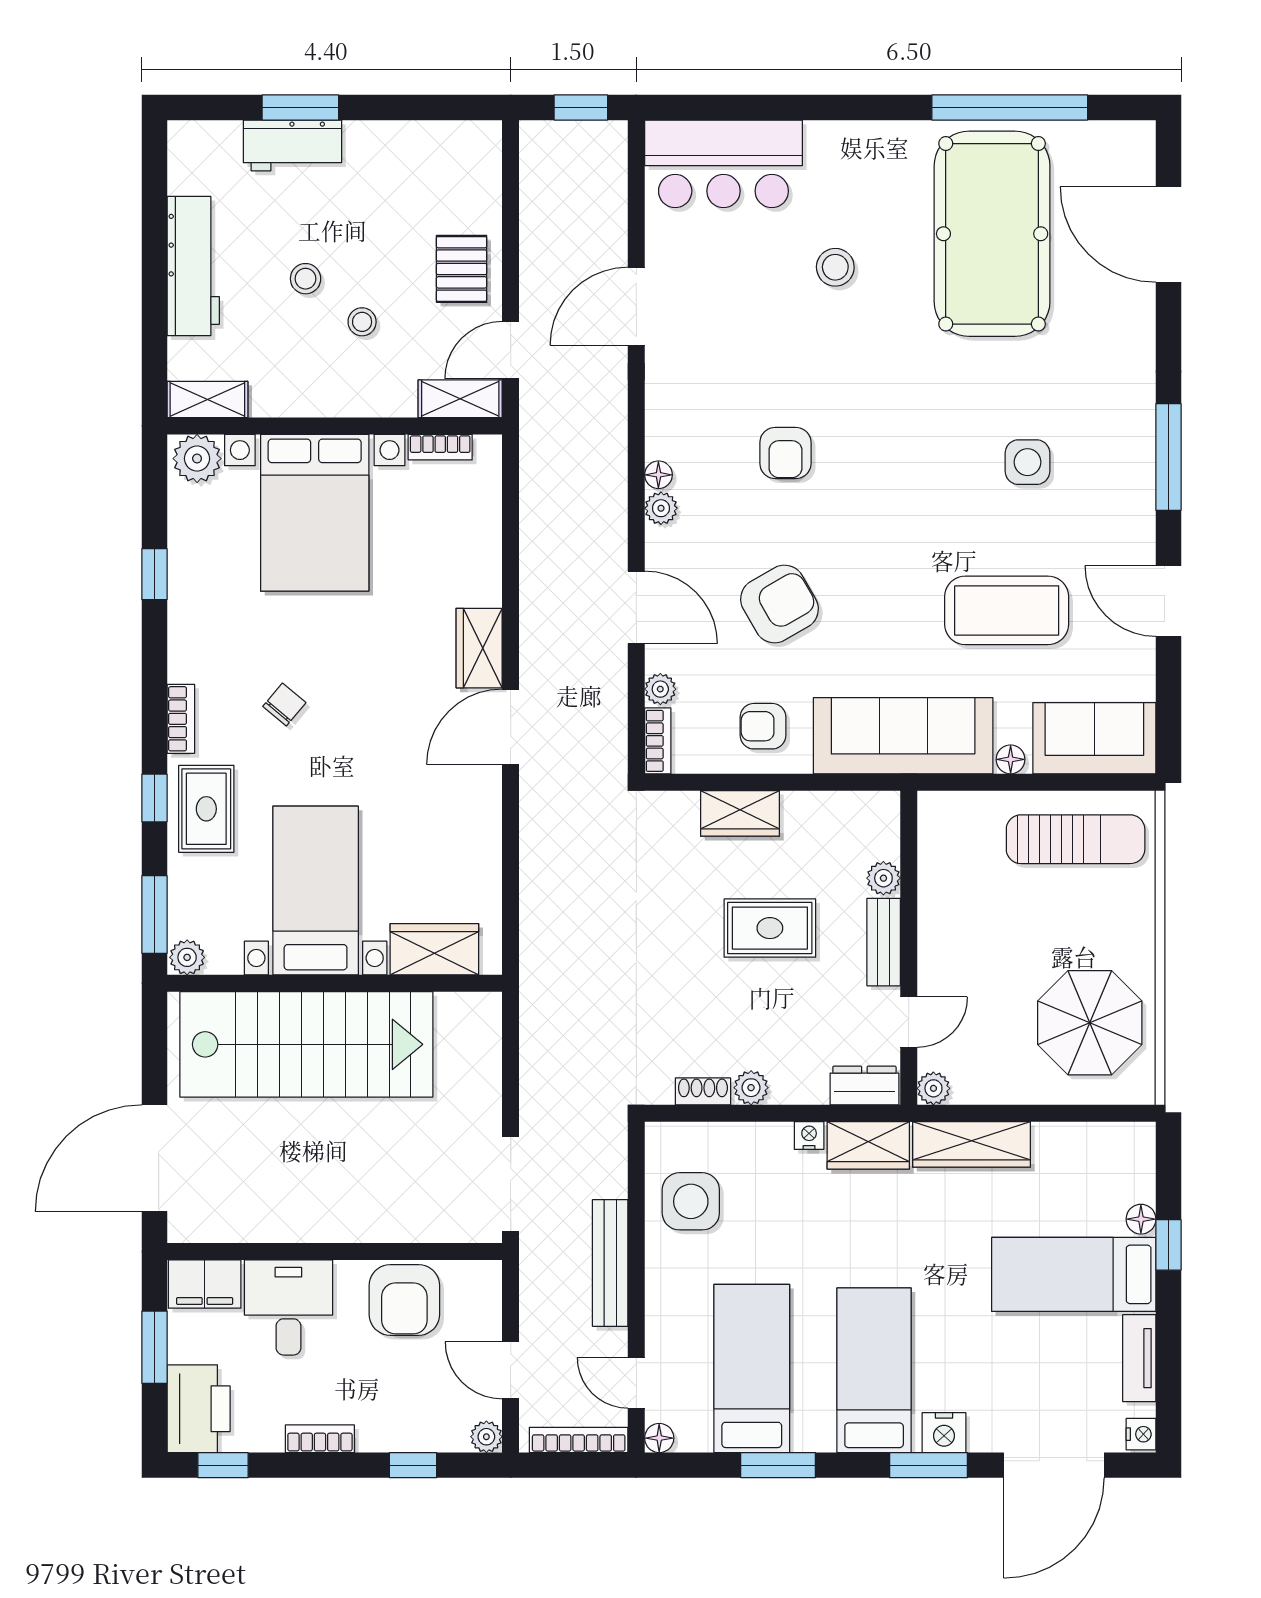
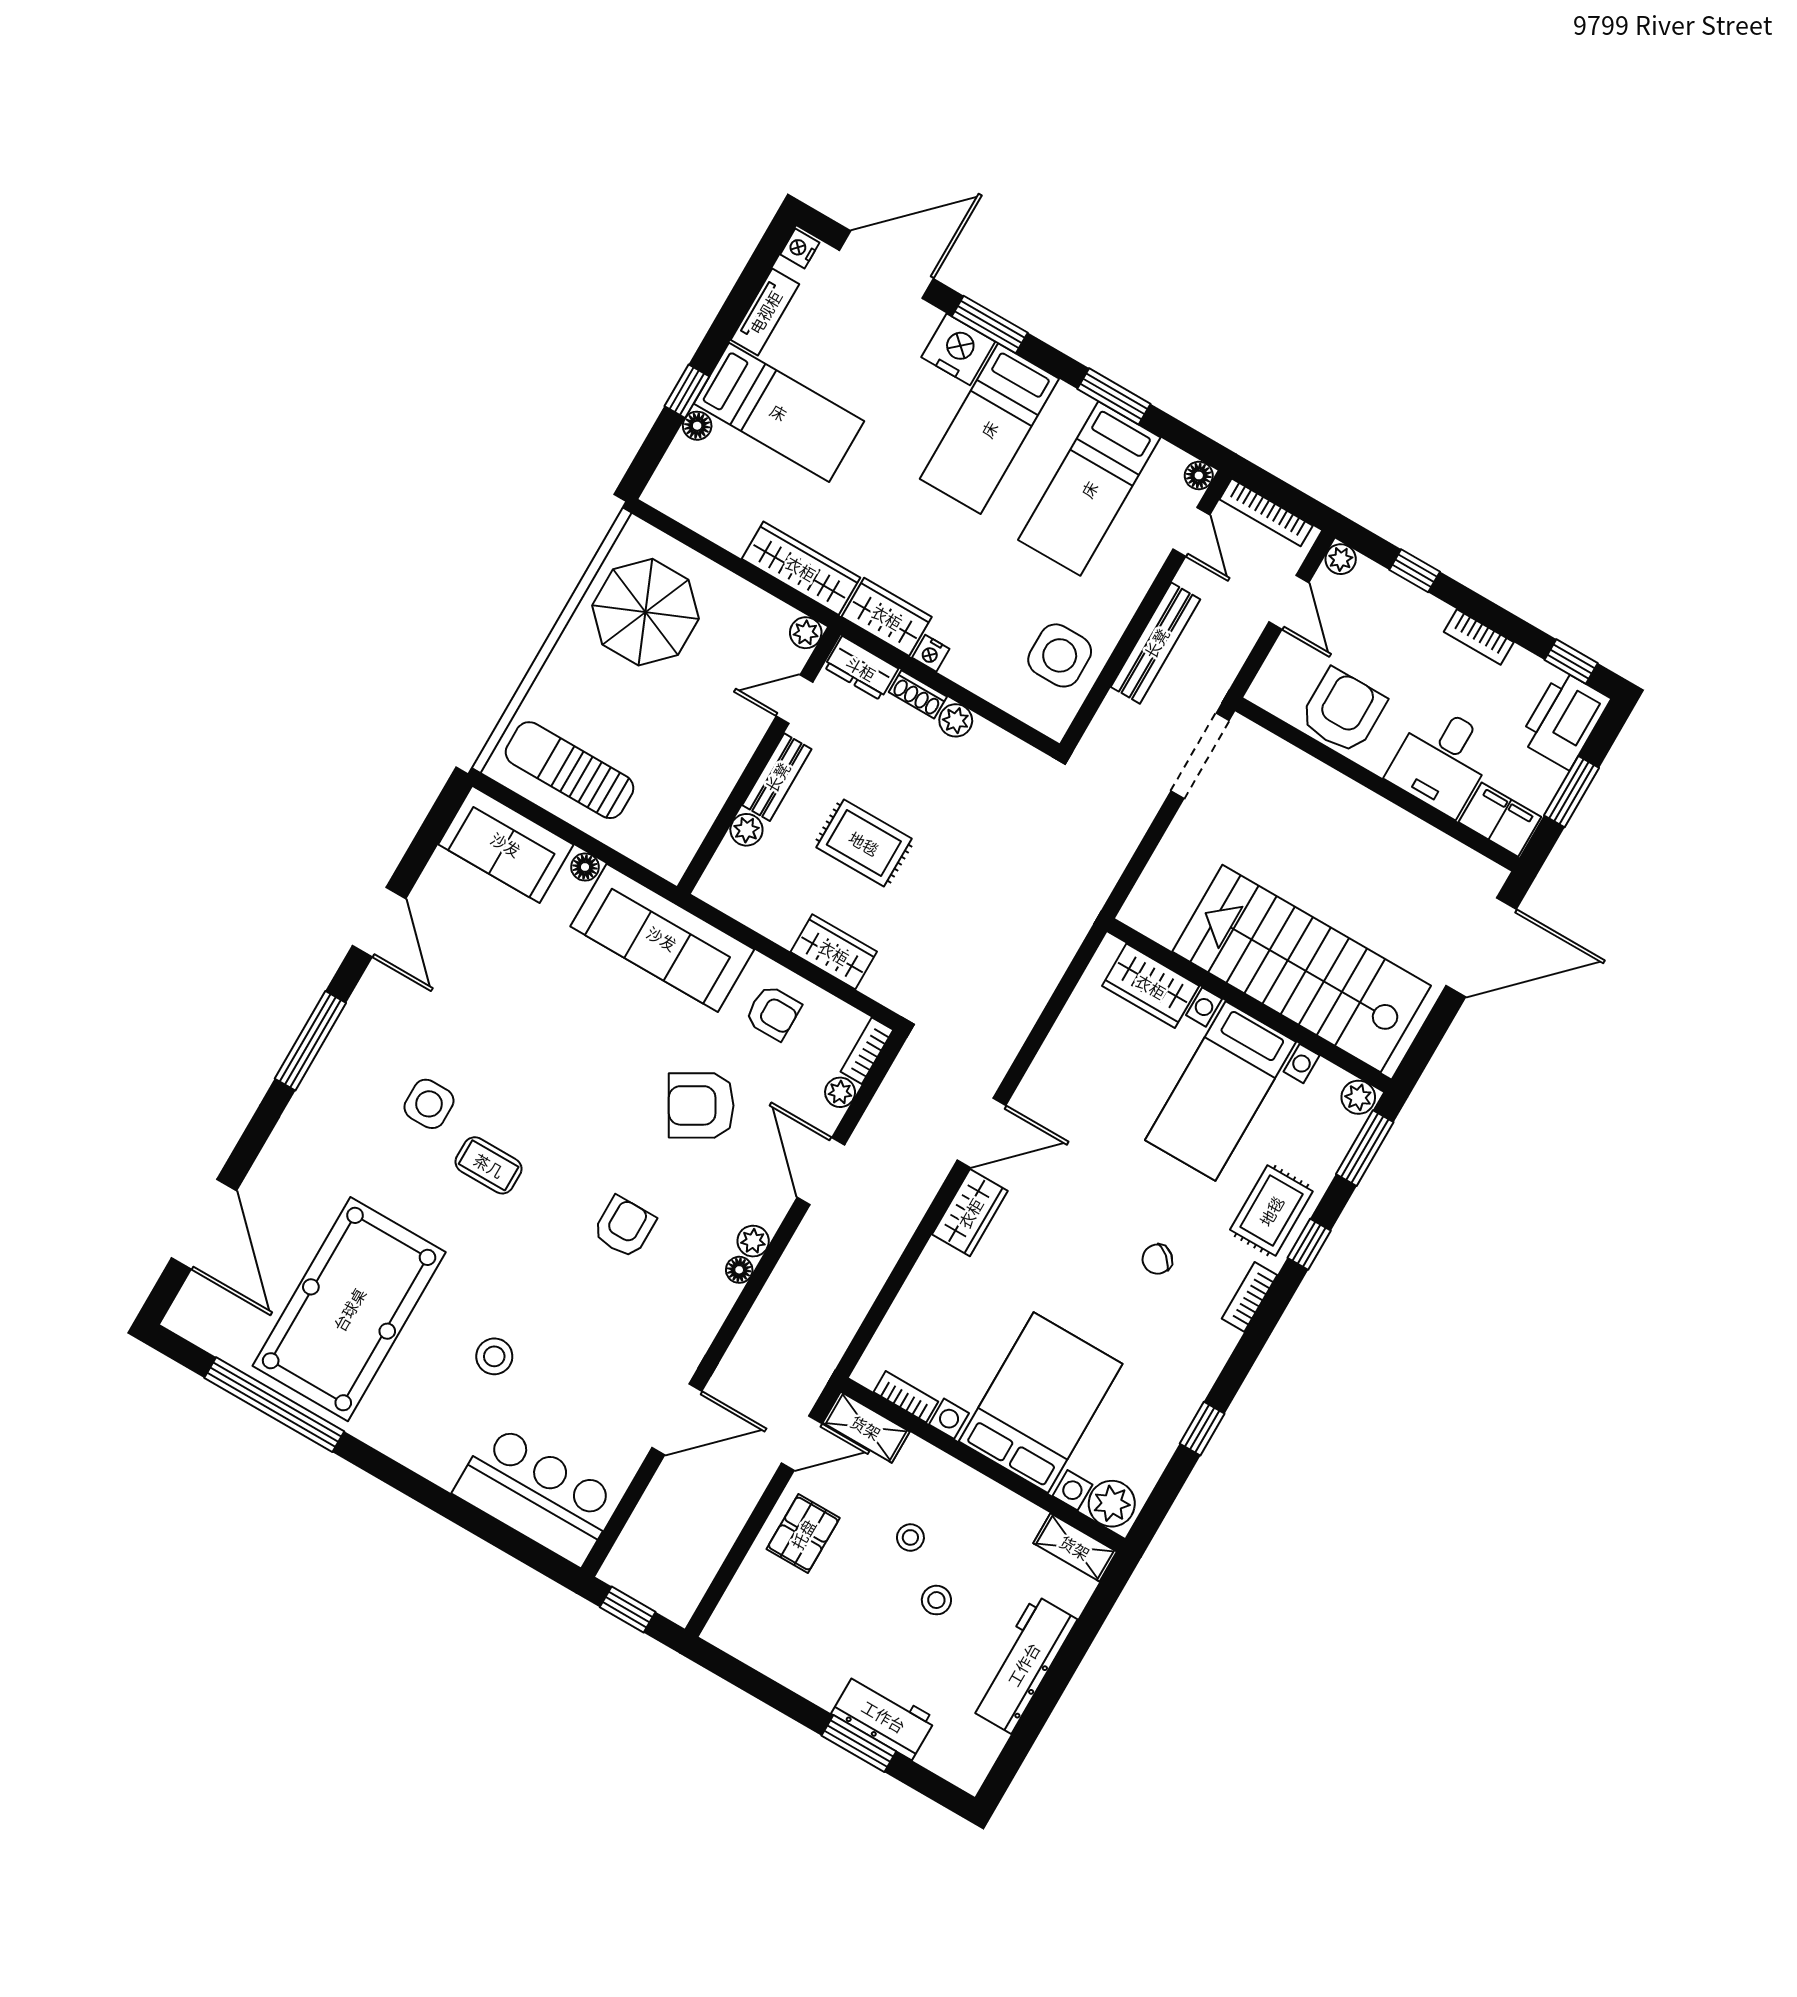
coffee table: (1007, 610) -> (489, 1165), moved, width x0.54, depth x0.58
shoe rack: (703, 1091) -> (918, 694), moved
nightstand: (944, 1433) -> (958, 349), width x1.36, depth x1.33

